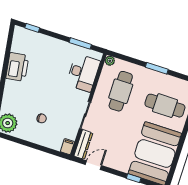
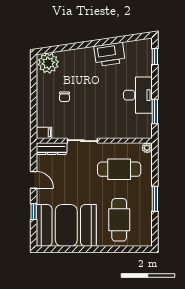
desk: (83, 73) -> (138, 95), moved, turned -90
door: (93, 165) -> (34, 180), moved

